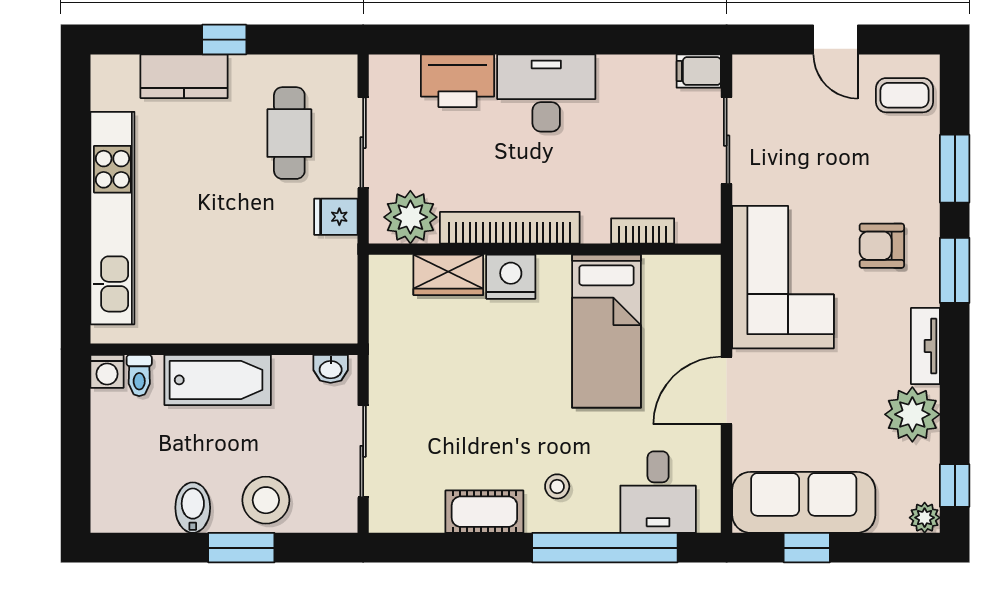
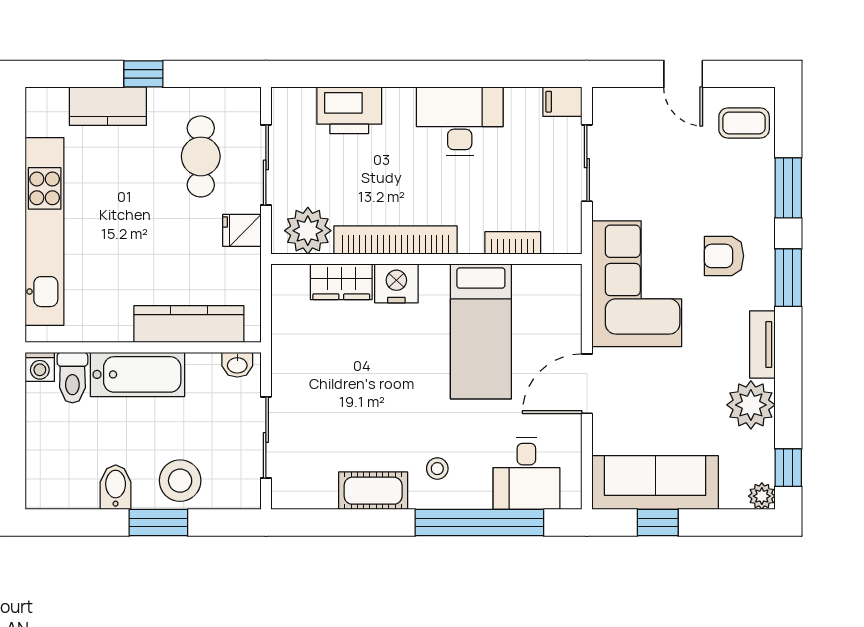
desk: (546, 93) -> (460, 121), moved
kitchen counter: (276, 323) -> (189, 324), added
toilet: (139, 375) -> (72, 378), width x1.37, depth x1.39

